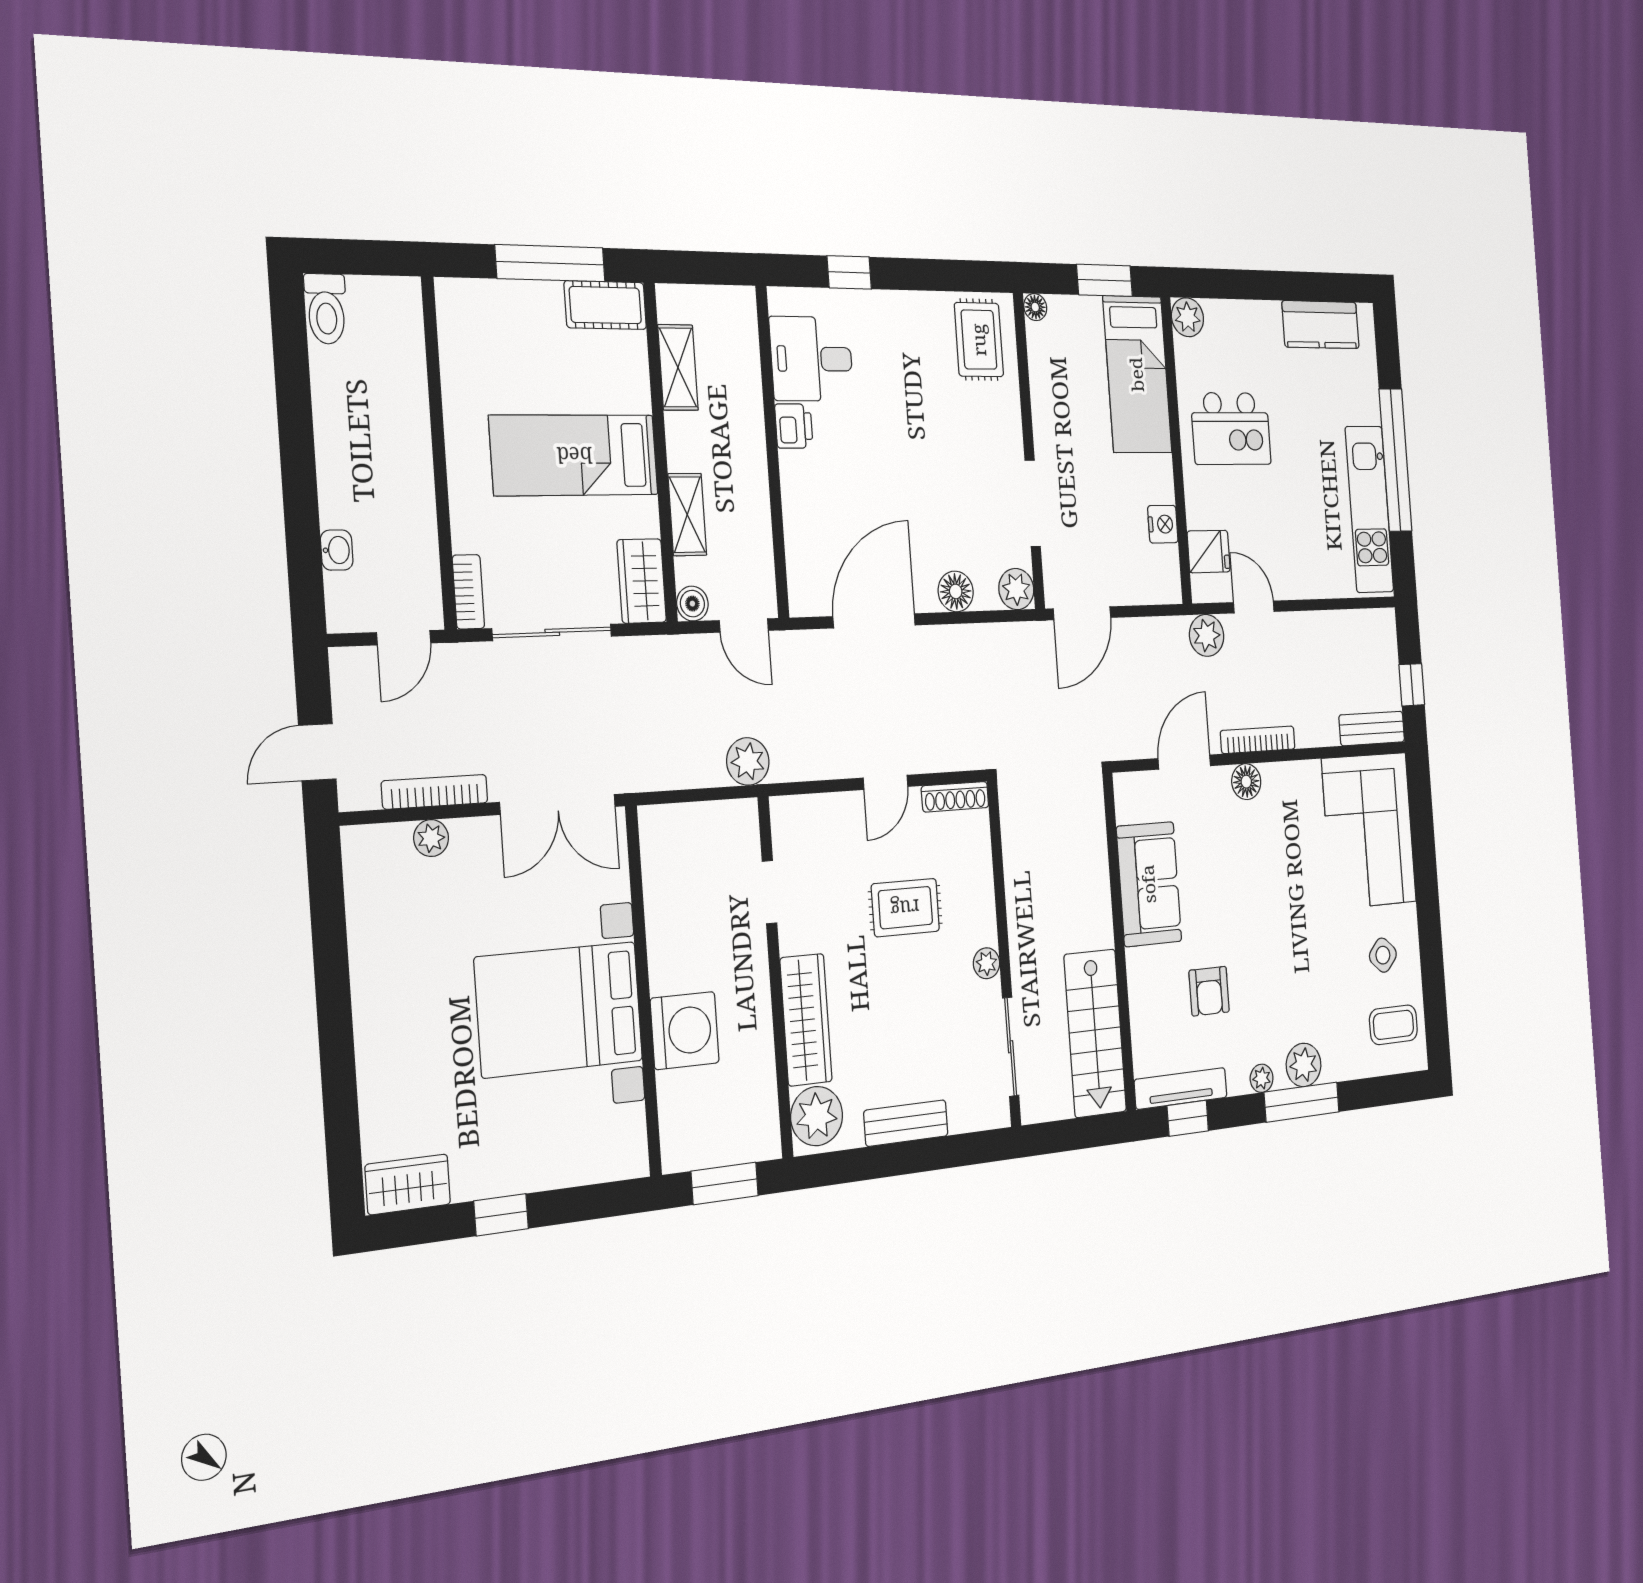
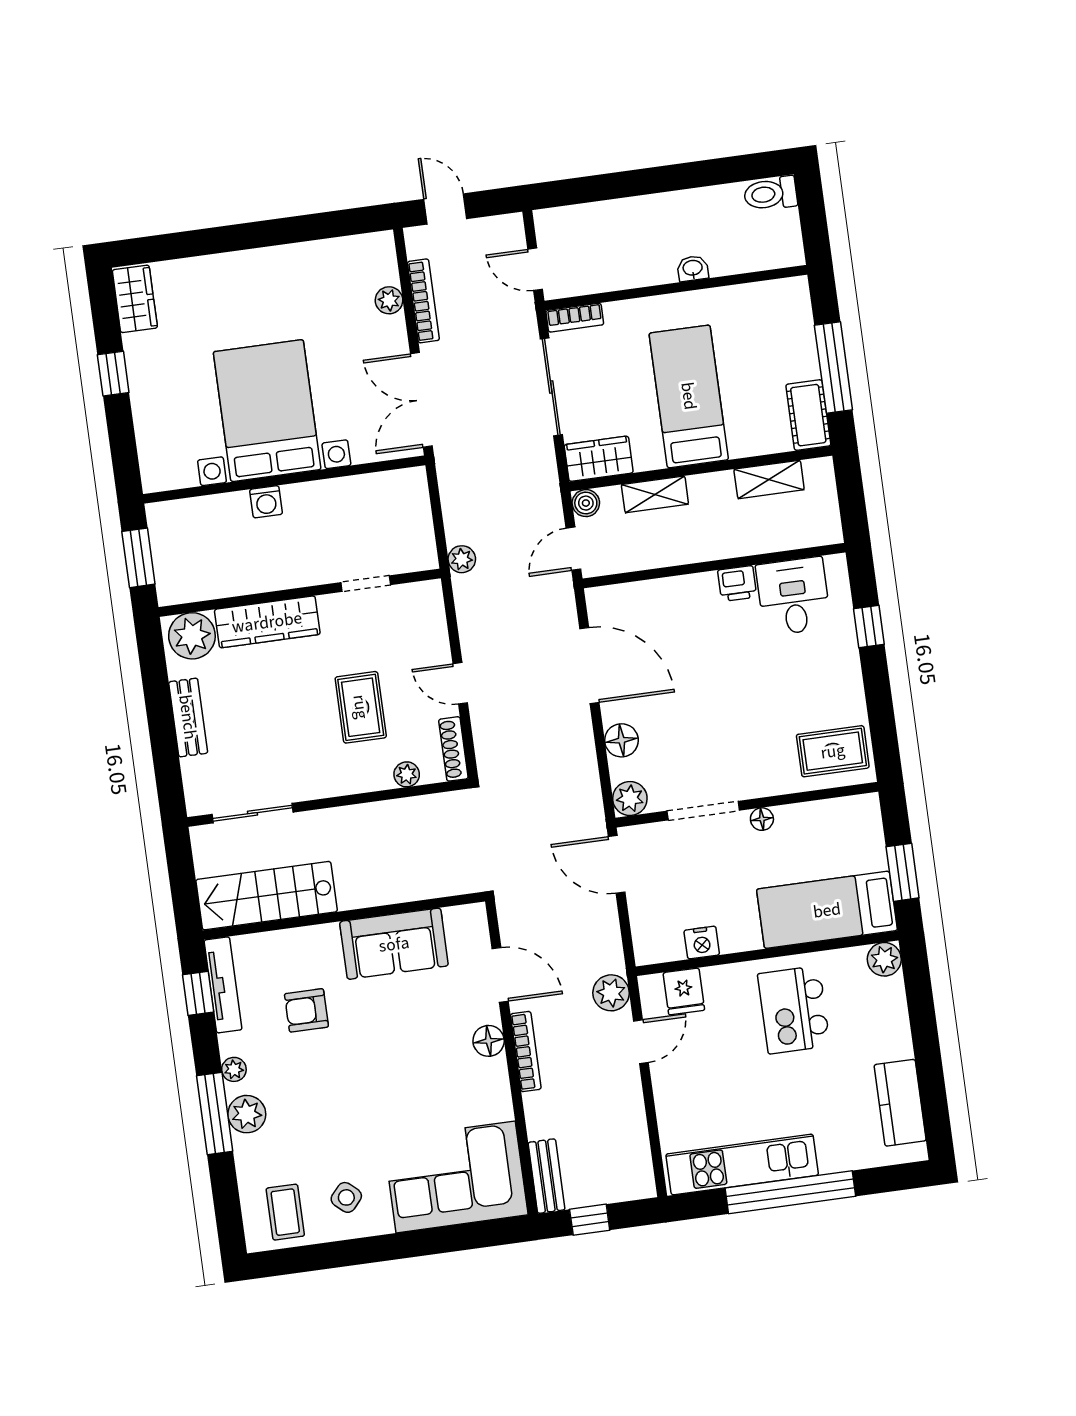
floor lamp: (1035, 307) -> (762, 819), moved
washbasin: (337, 550) -> (693, 268), moved, turned 180
plant: (748, 761) -> (462, 559), width x0.73, depth x0.73
plant: (987, 963) -> (407, 774), moved
washing machine: (685, 1031) -> (266, 502), width x0.53, depth x0.53

